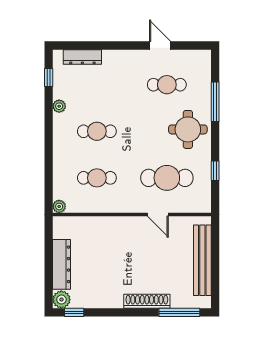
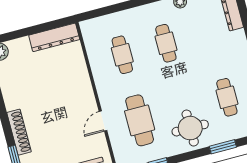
window: (215, 102) -> (223, 147), width x0.69
plant: (59, 206) -> (86, 27), removed
dresser: (62, 264) -> (54, 37), moved

